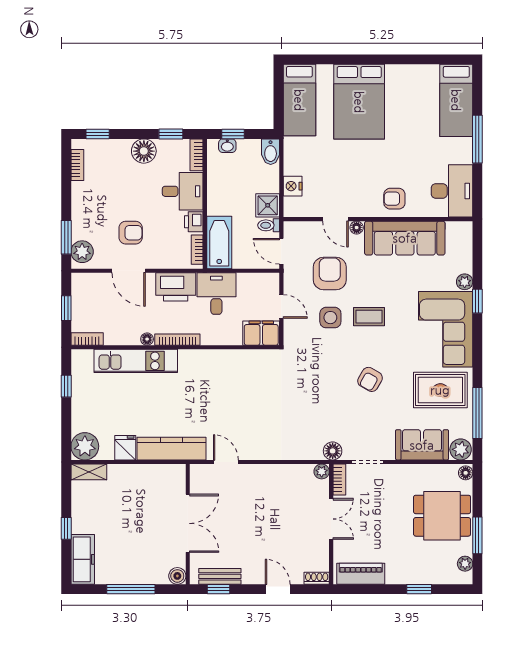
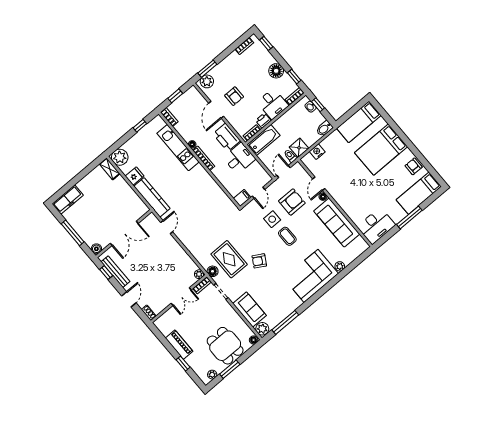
armchair: (394, 199) -> (414, 166), moved
window: (477, 301) -> (336, 280), removed
filing cabinet: (261, 333) -> (242, 198), width x0.50
rug: (440, 390) -> (229, 259), moved
window: (66, 528) -> (75, 180), removed
piano: (361, 574) -> (179, 345), moved
bench: (220, 576) -> (115, 272), width x1.36

